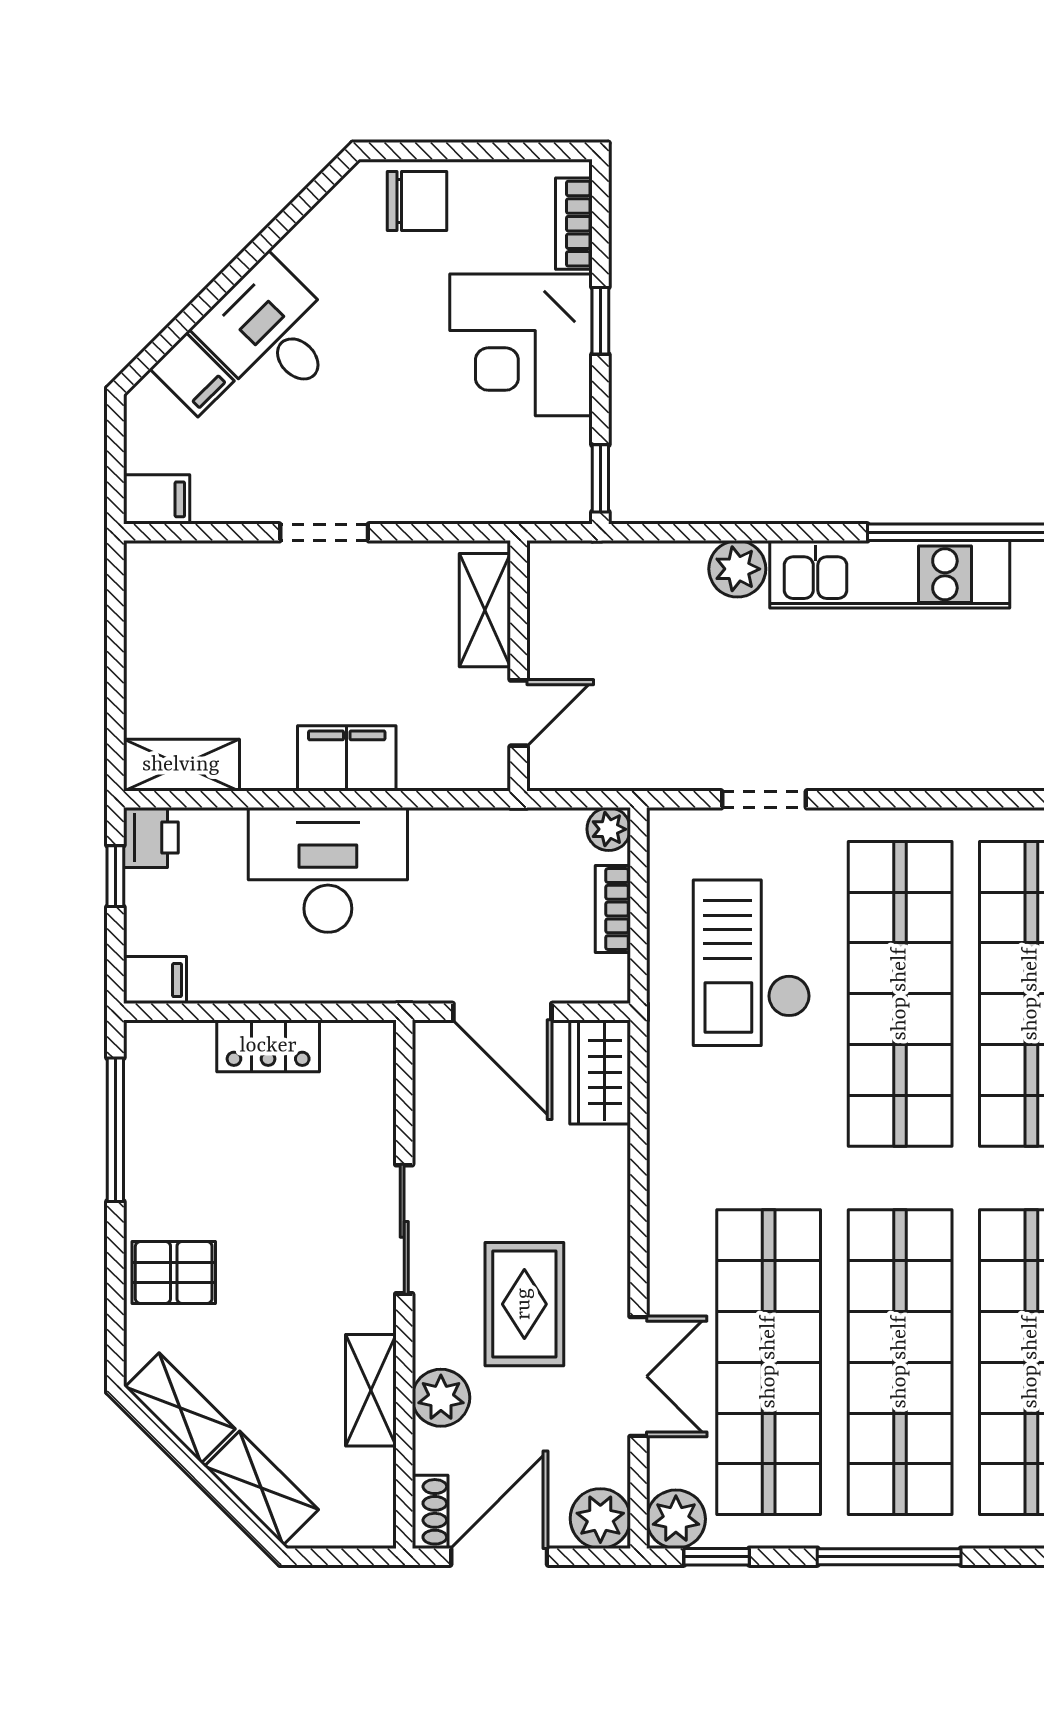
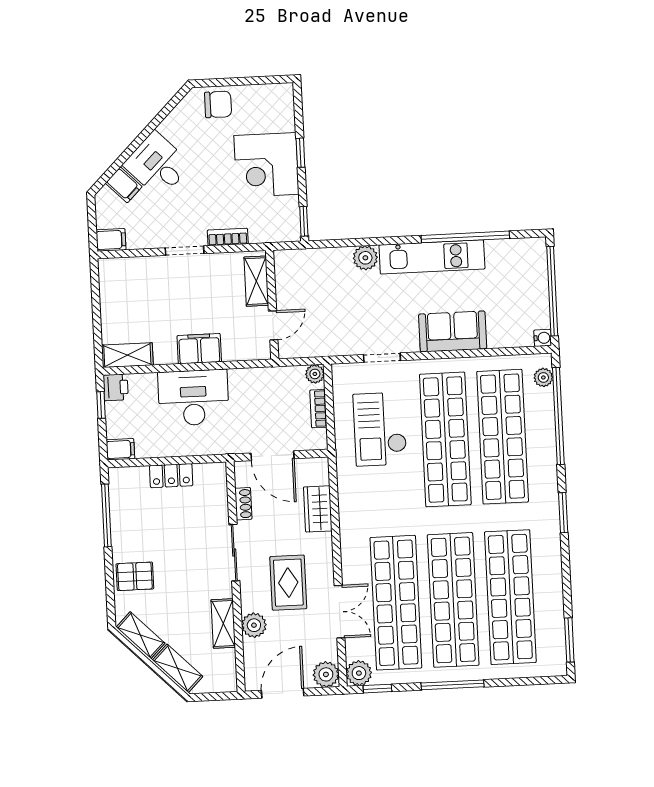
bookcase: (574, 224) -> (228, 237), moved, turned 90
sofa: (929, 747) -> (453, 331), added
wardrobe: (600, 1072) -> (318, 509), moved
shoe rack: (430, 1512) -> (243, 504), moved

